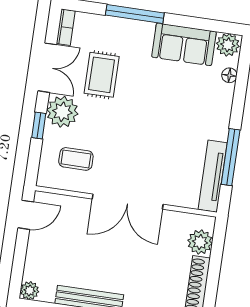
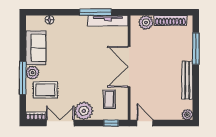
plant: (228, 45) -> (32, 73), moved
rug: (102, 75) -> (45, 90), moved
window: (39, 126) -> (111, 123), moved
double door: (128, 202) -> (129, 67), swing flipped

